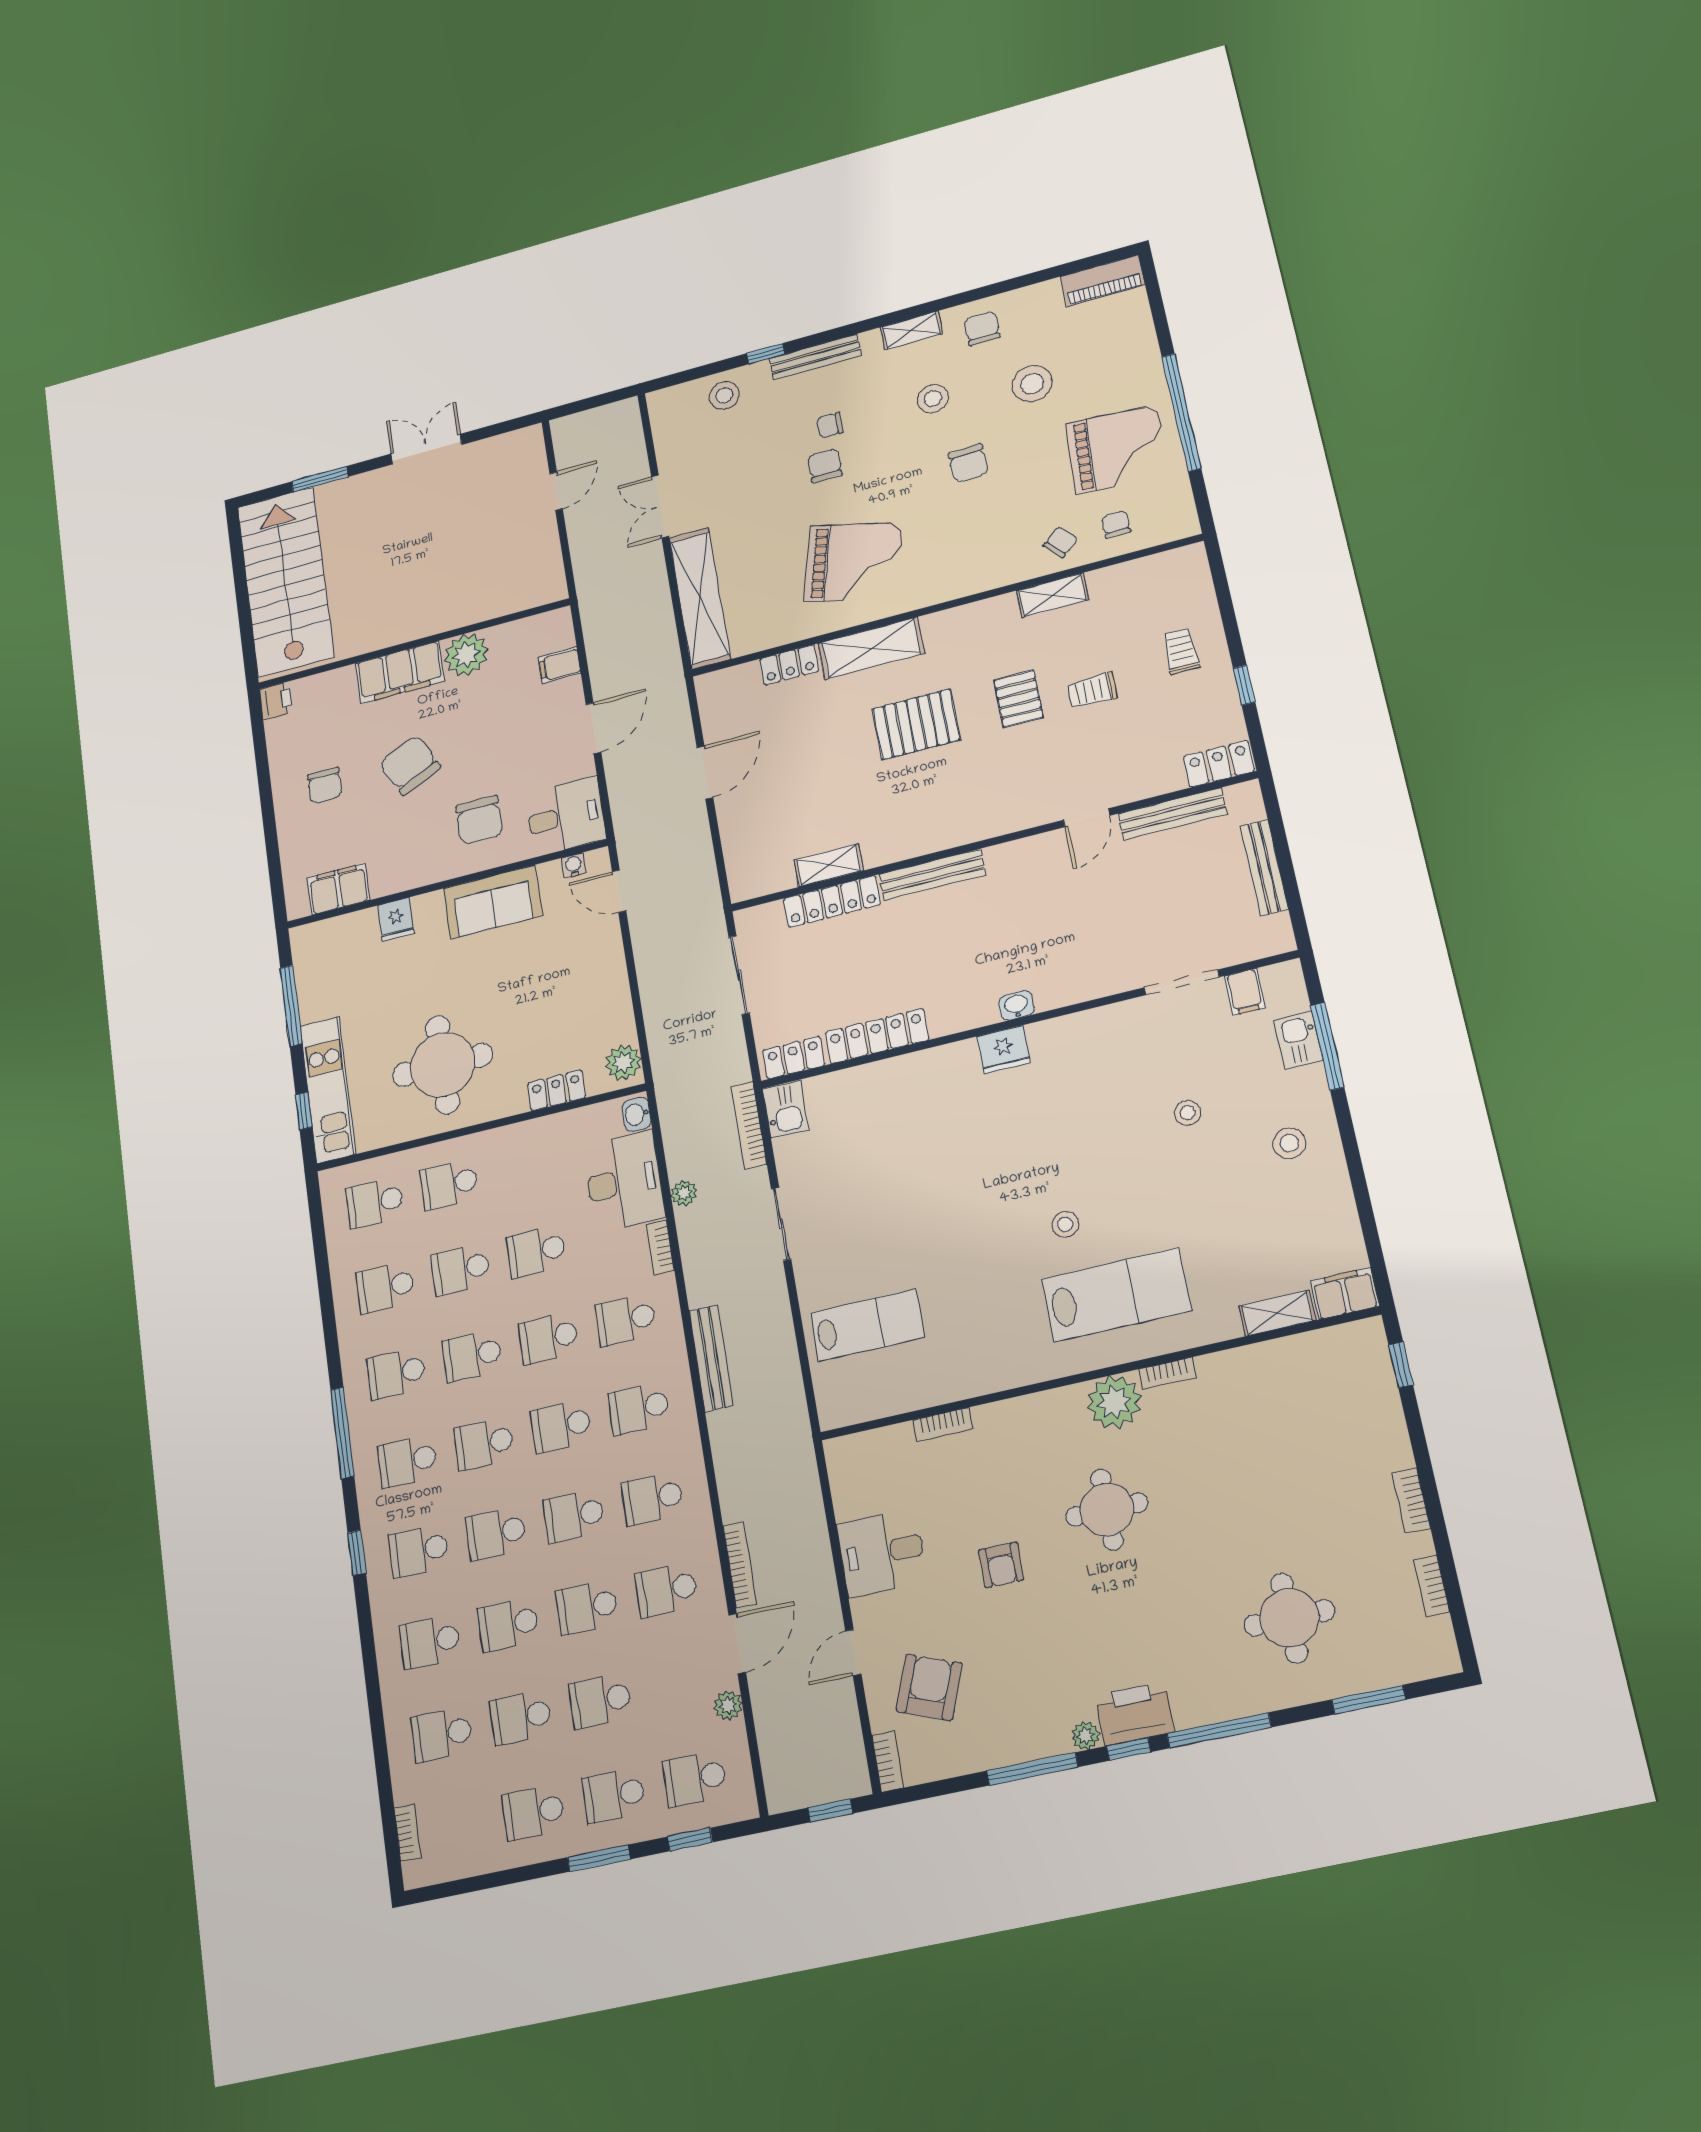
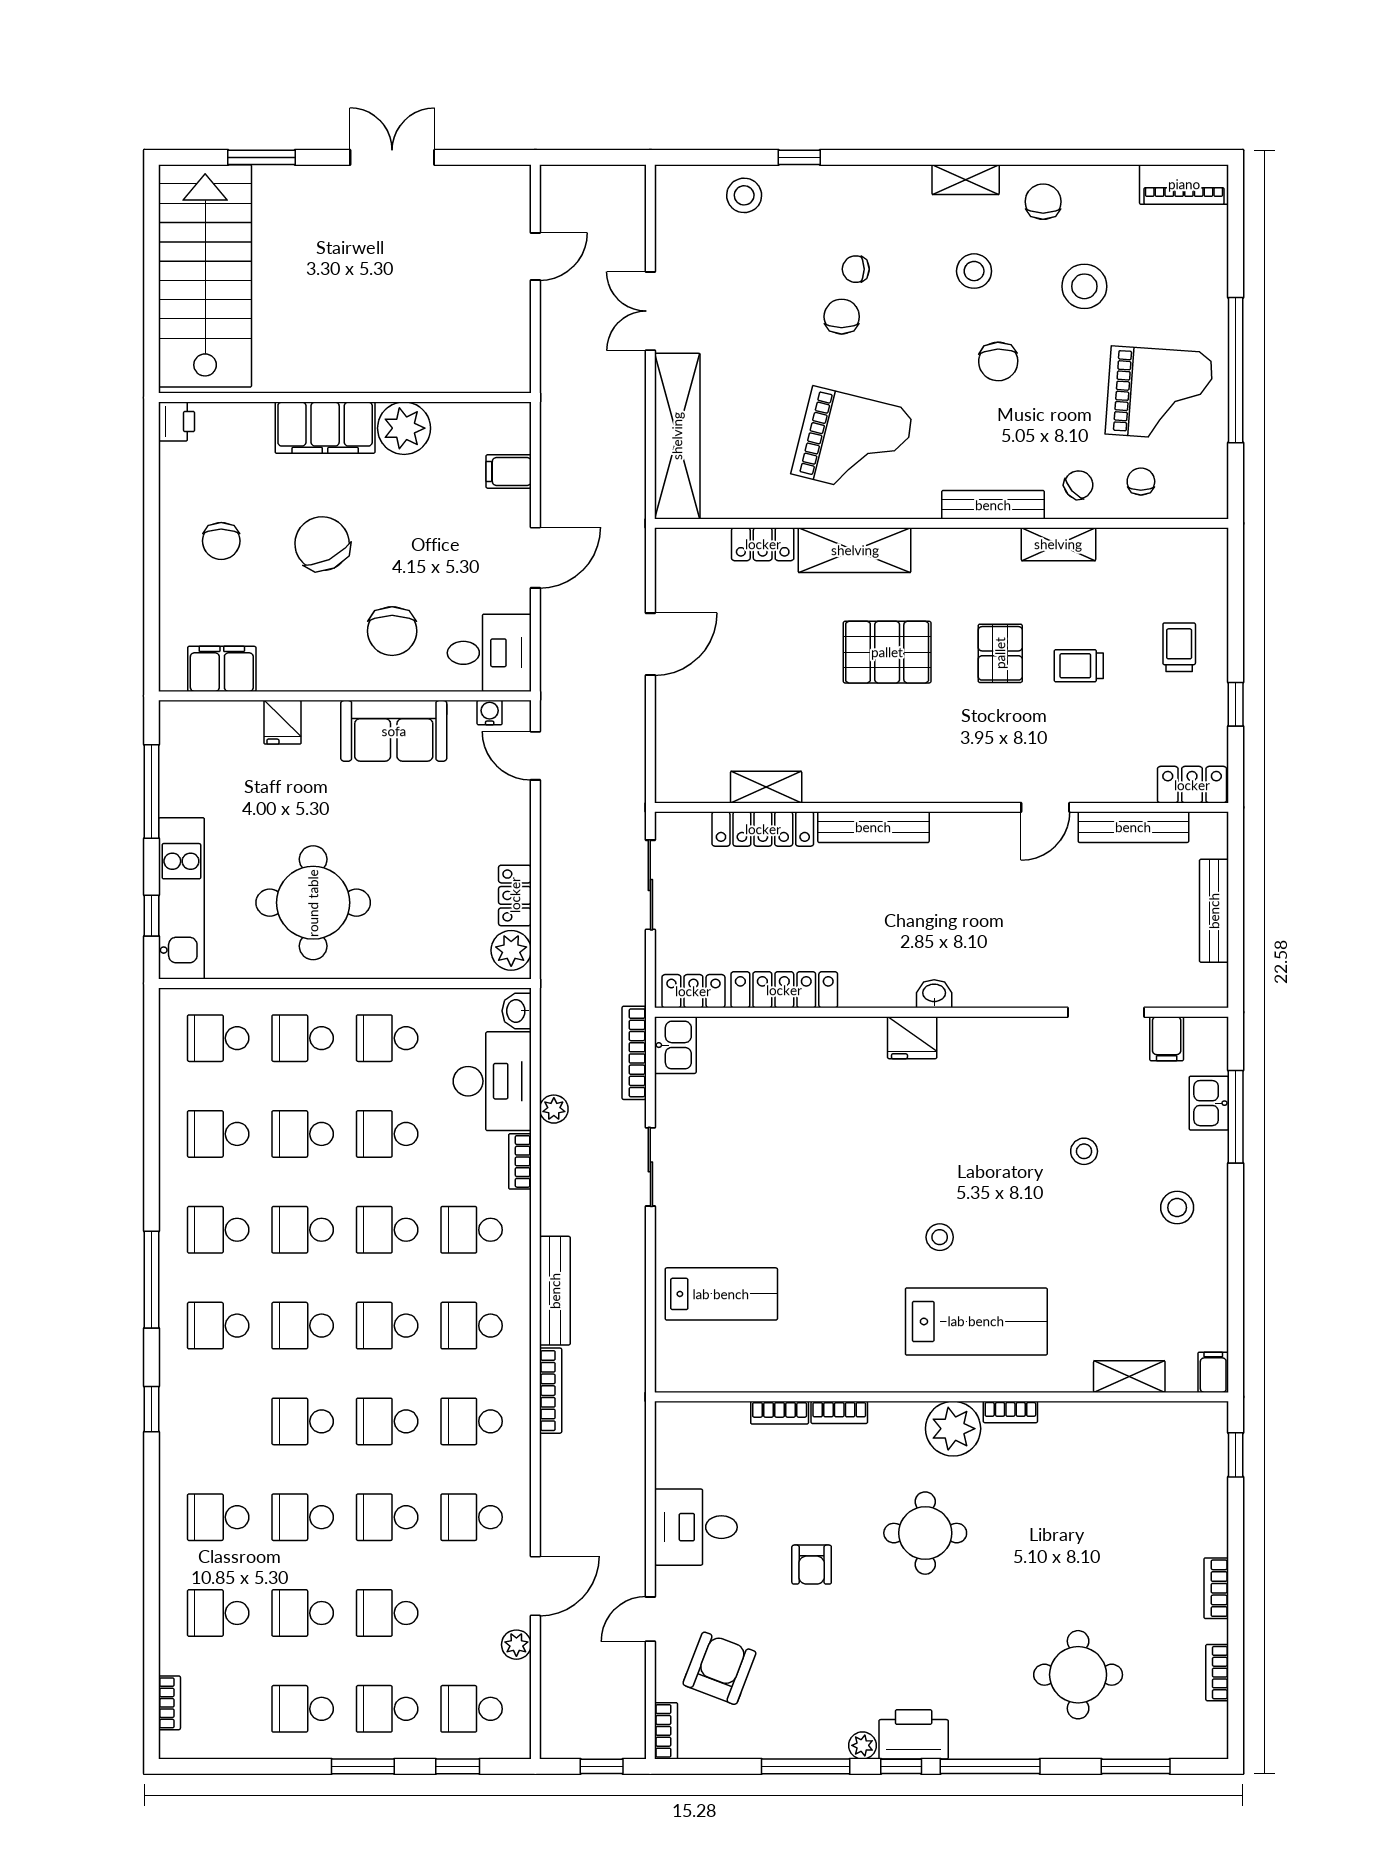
bench: (815, 357) -> (993, 505), moved
locker: (557, 1090) -> (515, 895), moved, turned -90
filing cabinet: (1345, 1294) -> (1213, 1372), width x0.50
bookcase: (1000, 1411) -> (839, 1412), added
school desk: (419, 1551) -> (387, 1038), moved
bookcase: (740, 1565) -> (551, 1391), moved

